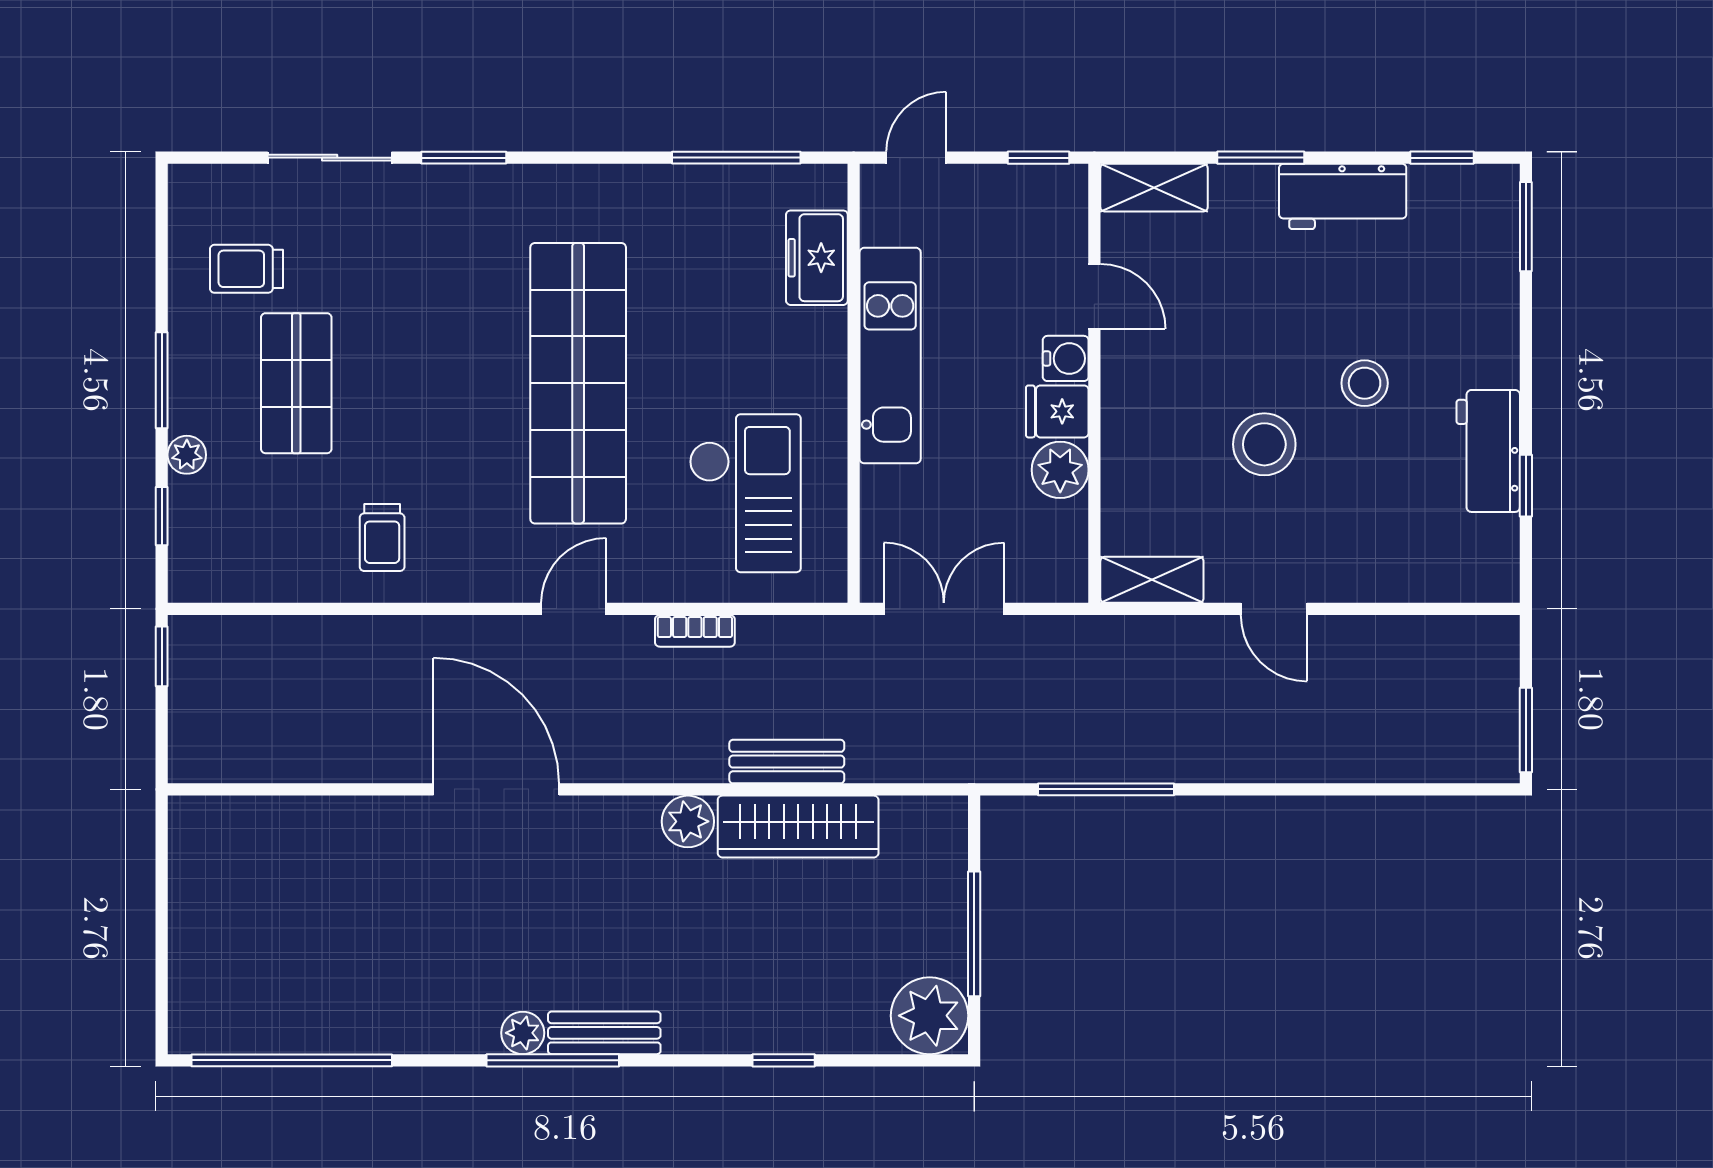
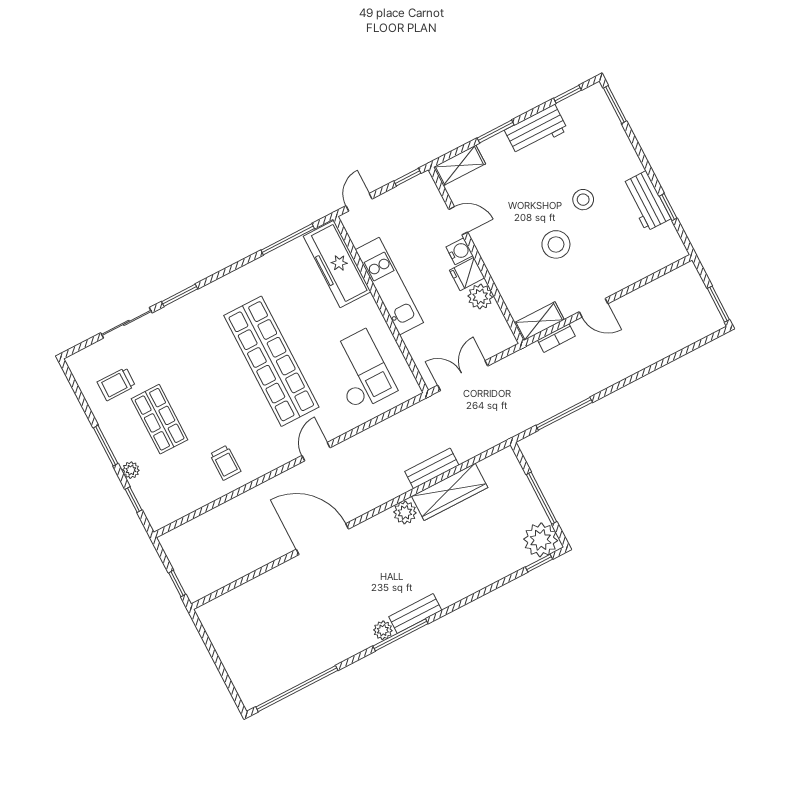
freezer: (817, 258) -> (337, 264), width x1.91, depth x1.26
bookcase: (695, 631) -> (556, 338), moved
window: (162, 656) -> (177, 584), moved
window: (784, 1060) -> (539, 563), moved

